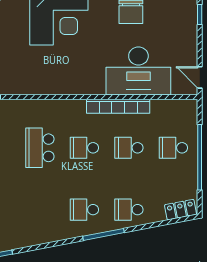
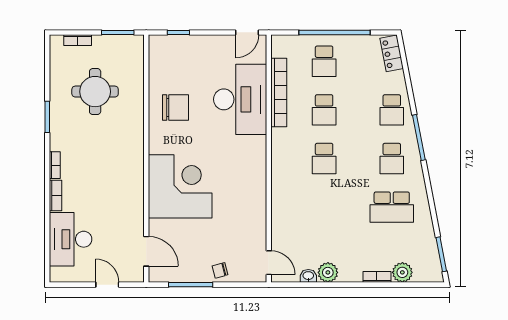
bookcase: (118, 106) -> (279, 93), moved
school desk: (40, 148) -> (392, 207), moved

